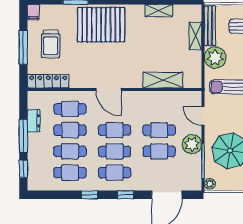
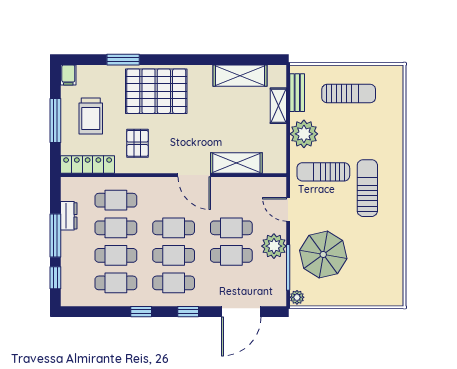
shelving: (159, 11) -> (240, 76), width x1.50, depth x1.33
bench: (210, 26) -> (297, 93), width x0.73
pallet: (87, 65) -> (137, 143), added
door: (109, 89) -> (194, 175), moved

